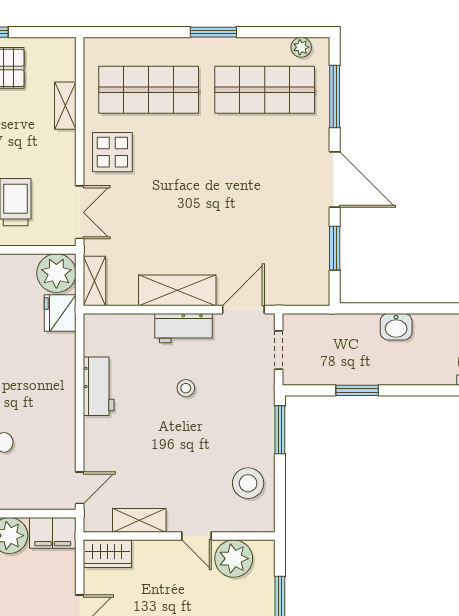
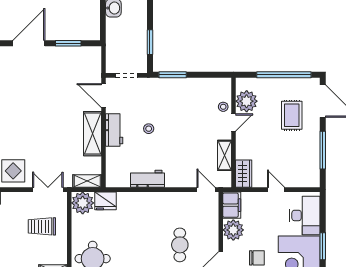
window: (357, 390) -> (150, 42), moved
stool: (248, 483) -> (223, 107), moved, width x0.53, depth x0.53

